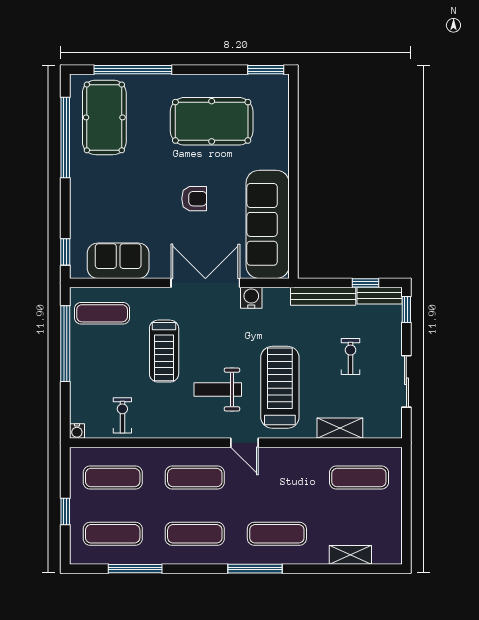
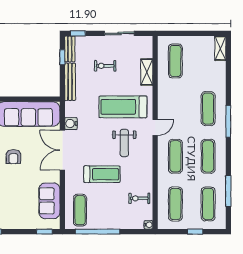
armchair: (194, 199) -> (13, 157), turned 180
shelving: (350, 555) -> (220, 48), moved

